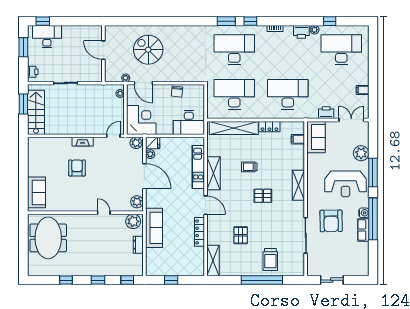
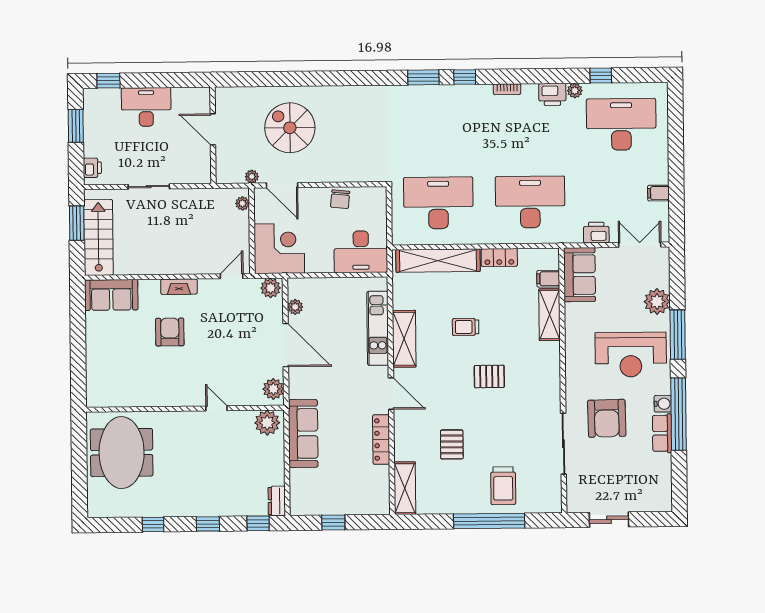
desk: (47, 37) -> (146, 107), moved
desk: (234, 50) -> (438, 126), removed
fridge: (153, 143) -> (299, 288), removed
shelving: (298, 185) -> (550, 315), moved
sofa: (37, 192) -> (111, 295), moved, turned 90
dresser: (138, 245) -> (277, 501), moved

